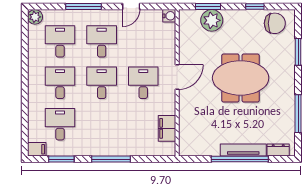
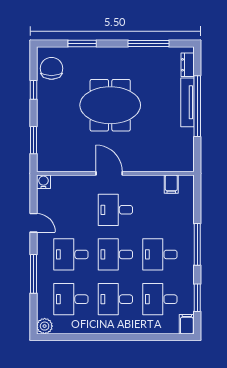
plant: (212, 20) -> (48, 136), removed
meeting table: (241, 78) -> (110, 105), turned 90
desk: (102, 124) -> (160, 254), added
filing cabinet: (167, 128) -> (171, 184), width x0.50

